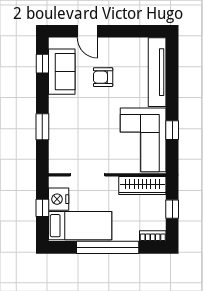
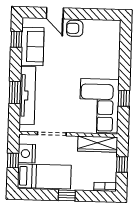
tv unit: (157, 72) -> (27, 96), moved, turned 180
armchair: (103, 77) -> (75, 28), moved
window: (108, 247) -> (67, 195), width x0.32

